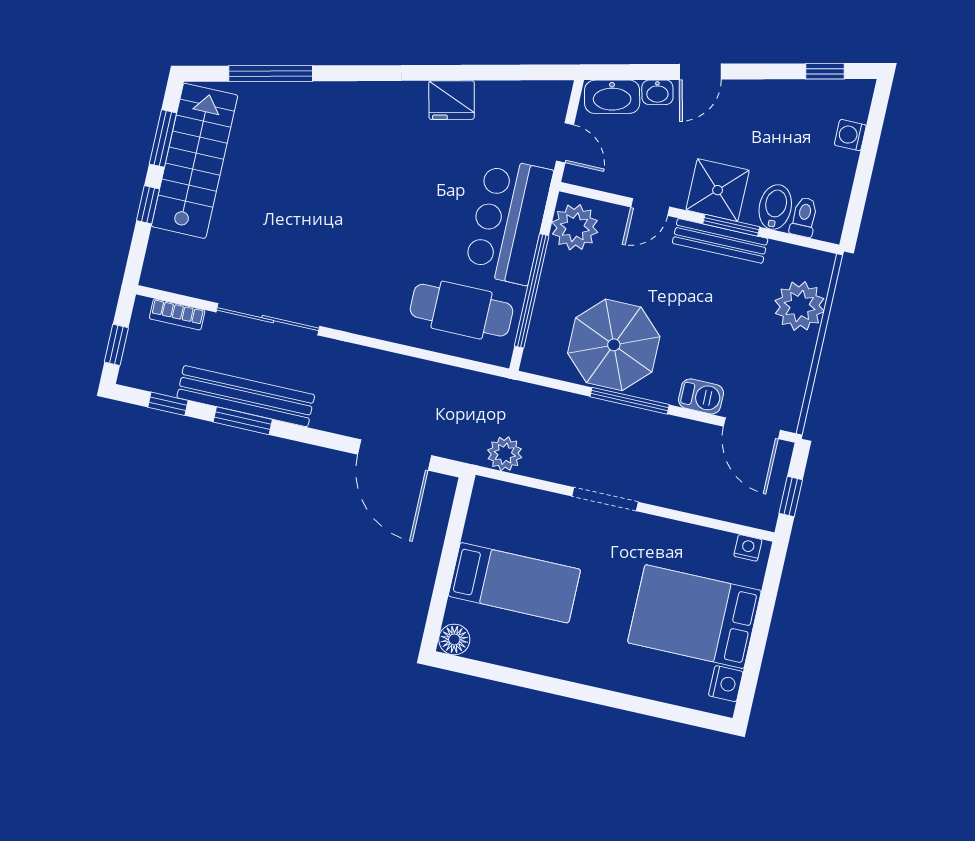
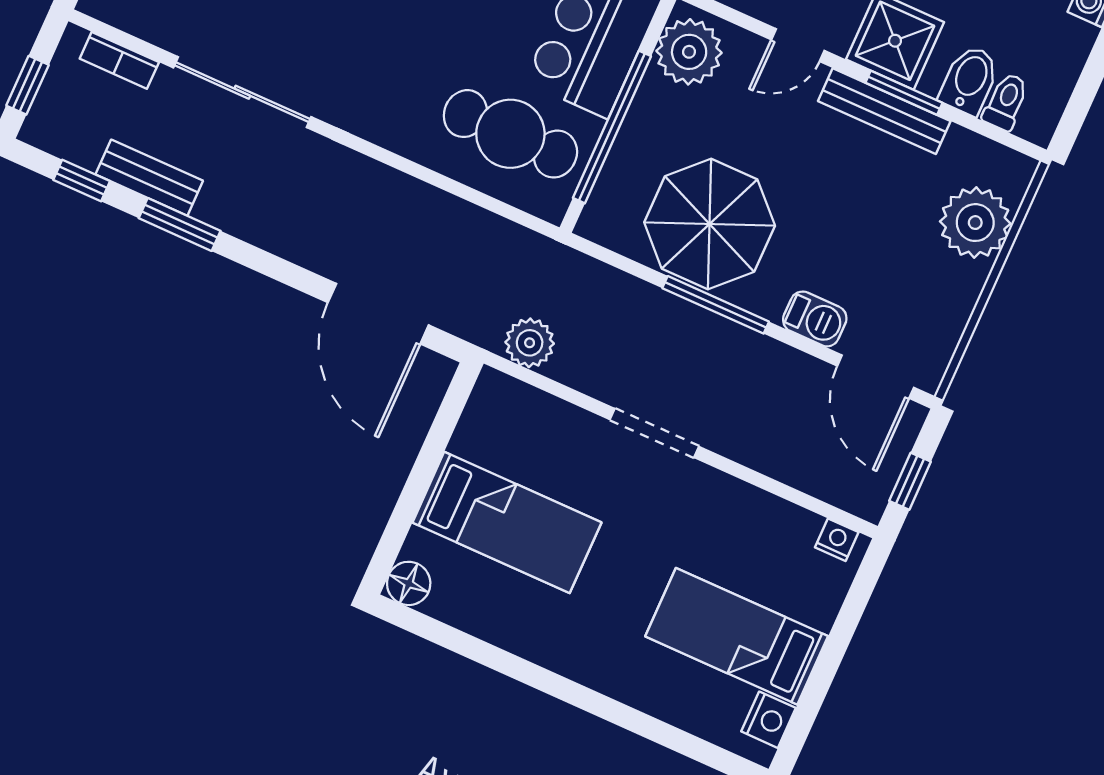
bench: (246, 396) -> (149, 178), width x0.54, depth x0.82
bed: (694, 617) -> (737, 636), width x0.67

